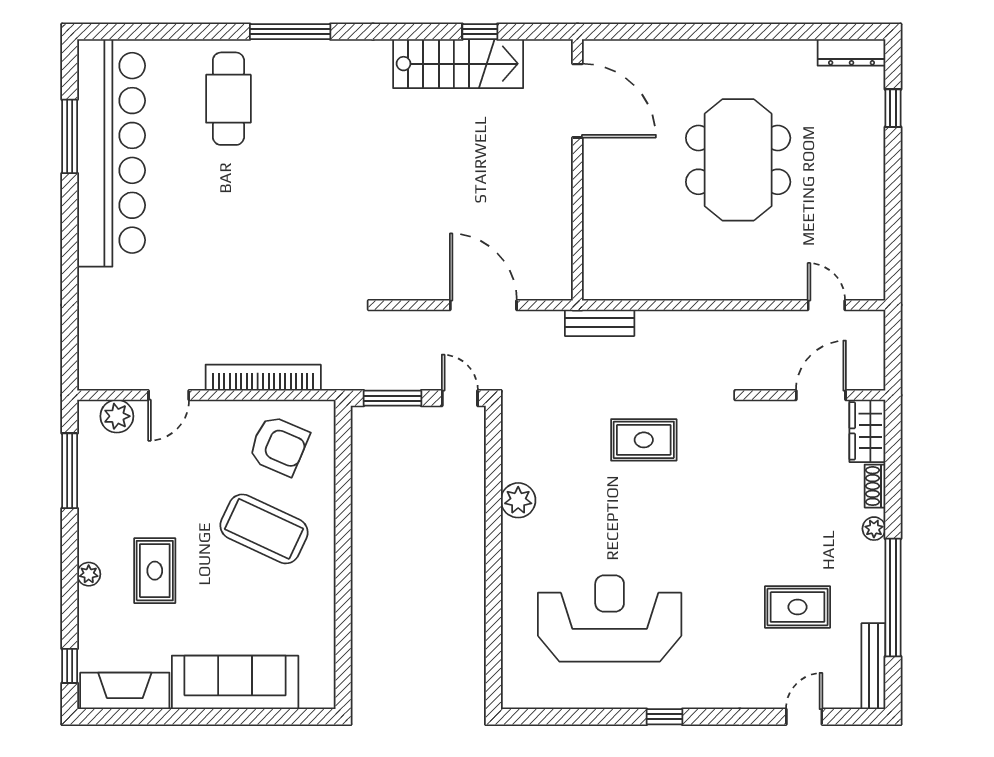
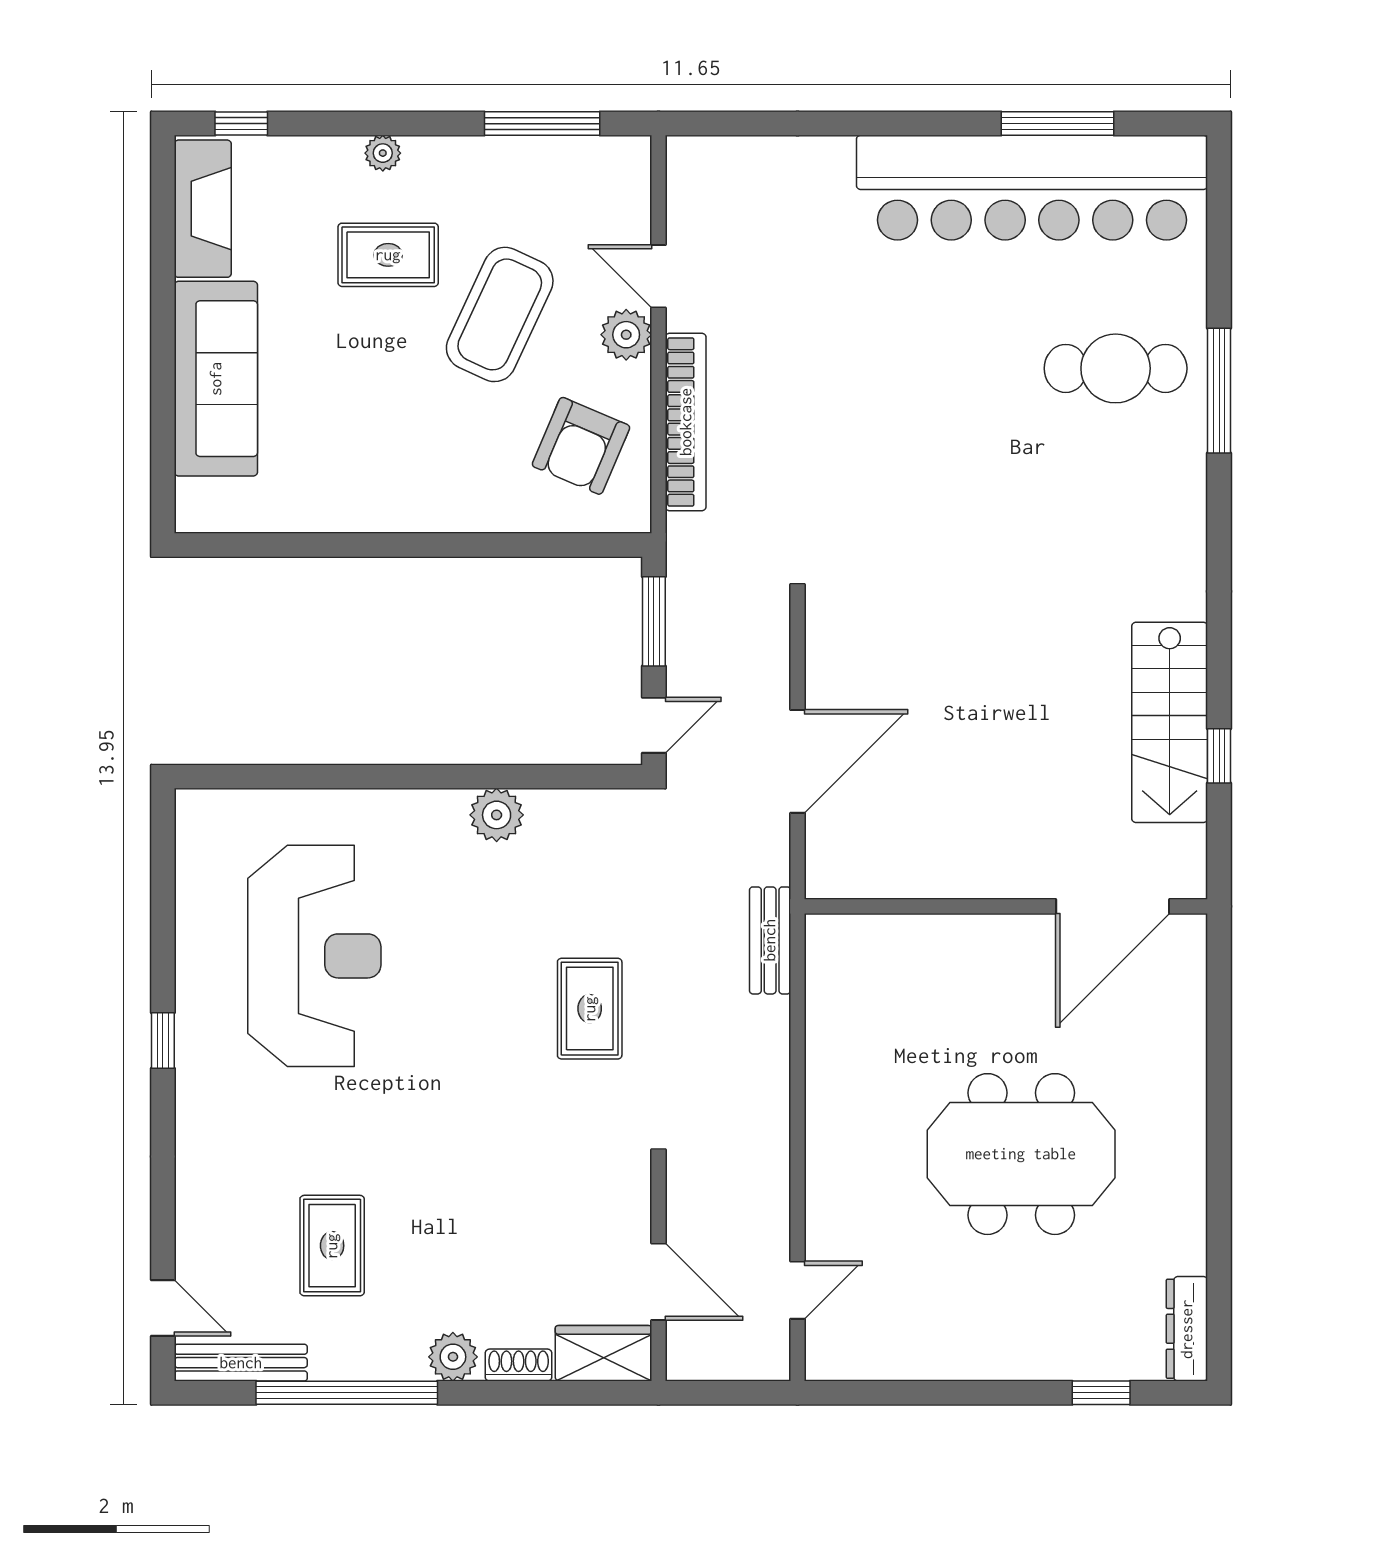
window: (290, 32) -> (1219, 391), moved
plant: (117, 416) -> (626, 335), moved
coffee table: (264, 529) -> (500, 314), moved
plant: (874, 529) -> (453, 1357), width x1.38, depth x1.38
door: (804, 717) -> (163, 1308), moved

